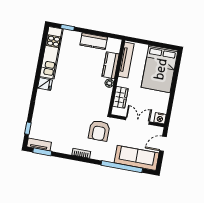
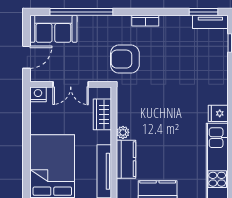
armchair: (99, 131) -> (125, 59), turned -90
sofa: (137, 158) -> (53, 29), width x0.73

